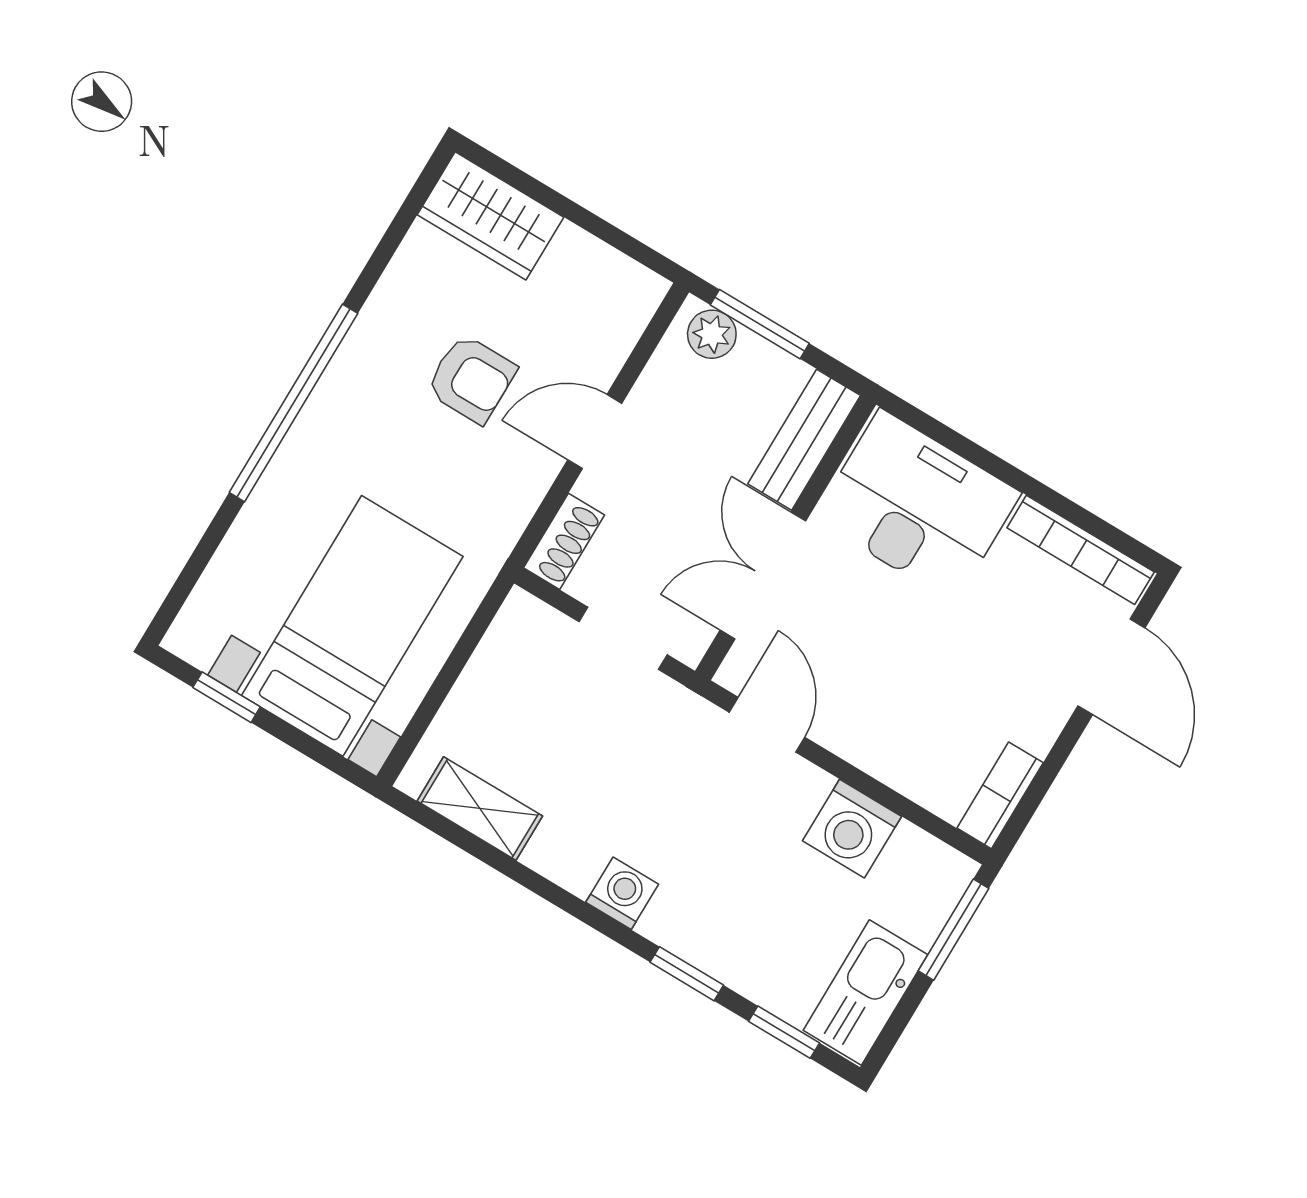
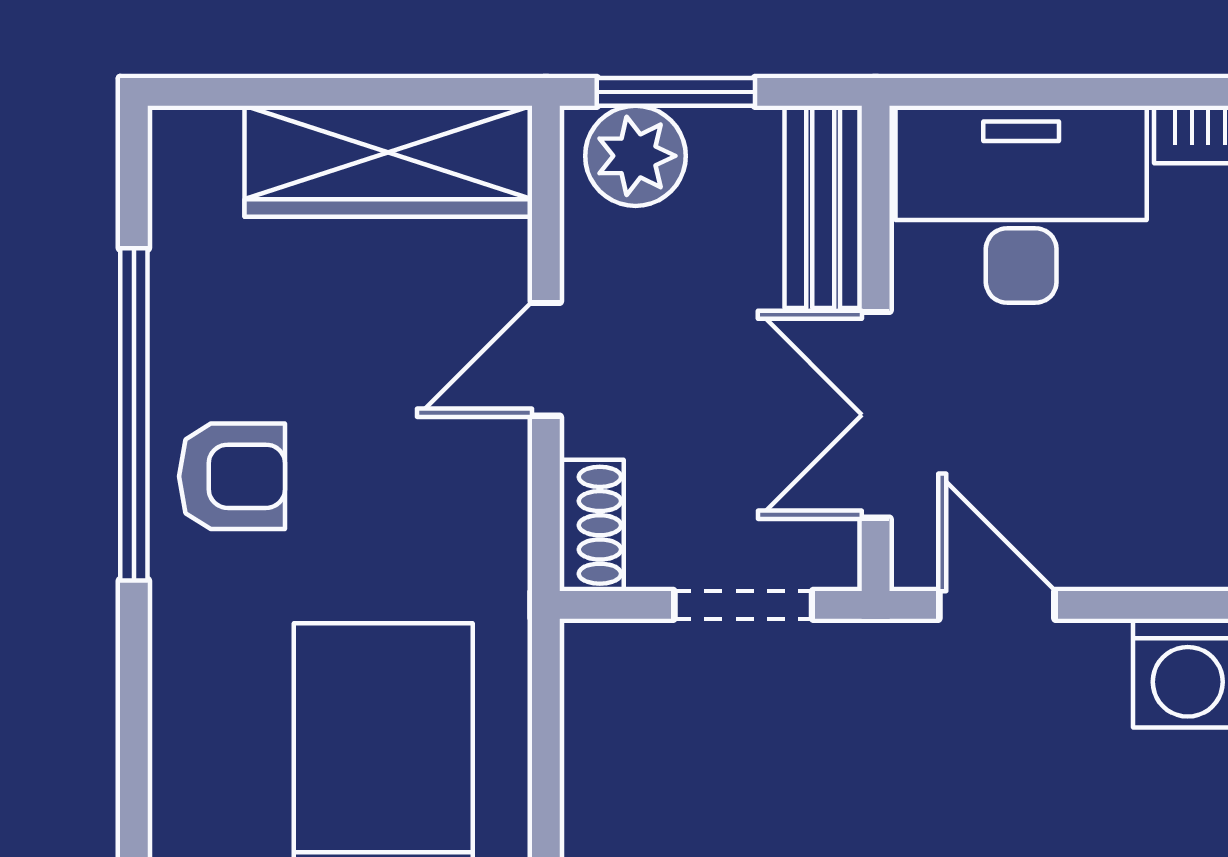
wardrobe: (491, 216) -> (388, 161), moved, width x1.50
plant: (712, 334) -> (635, 156), width x1.38, depth x1.38
armchair: (471, 379) -> (232, 476), moved
window: (294, 403) -> (134, 414), moved

